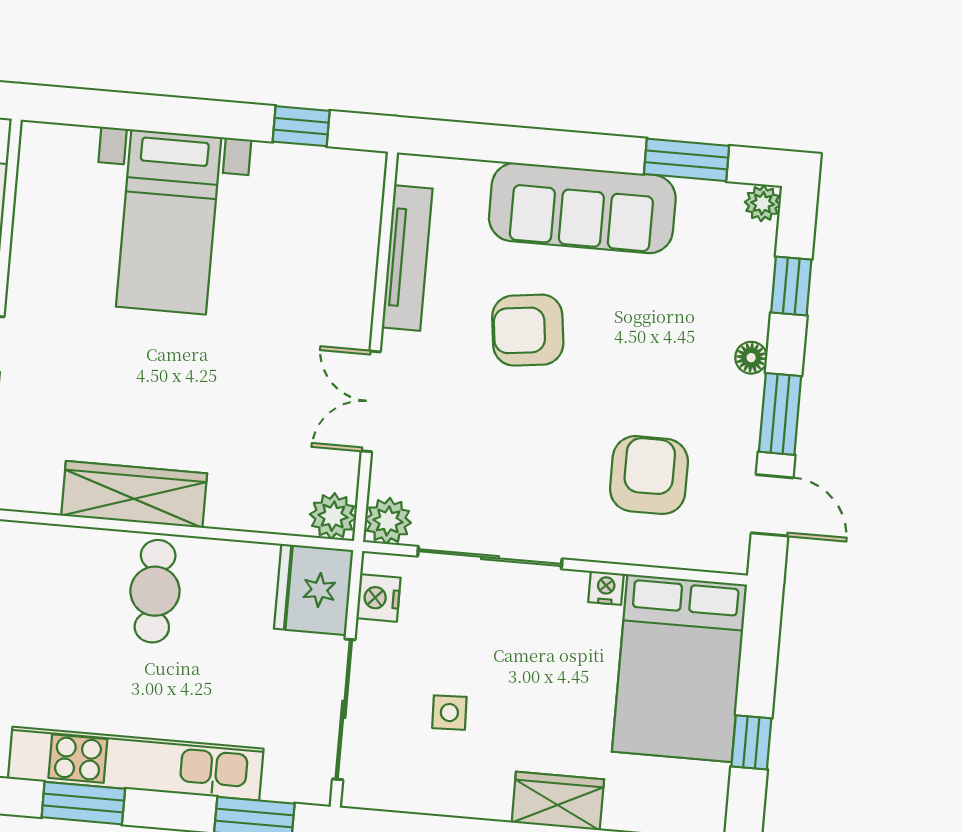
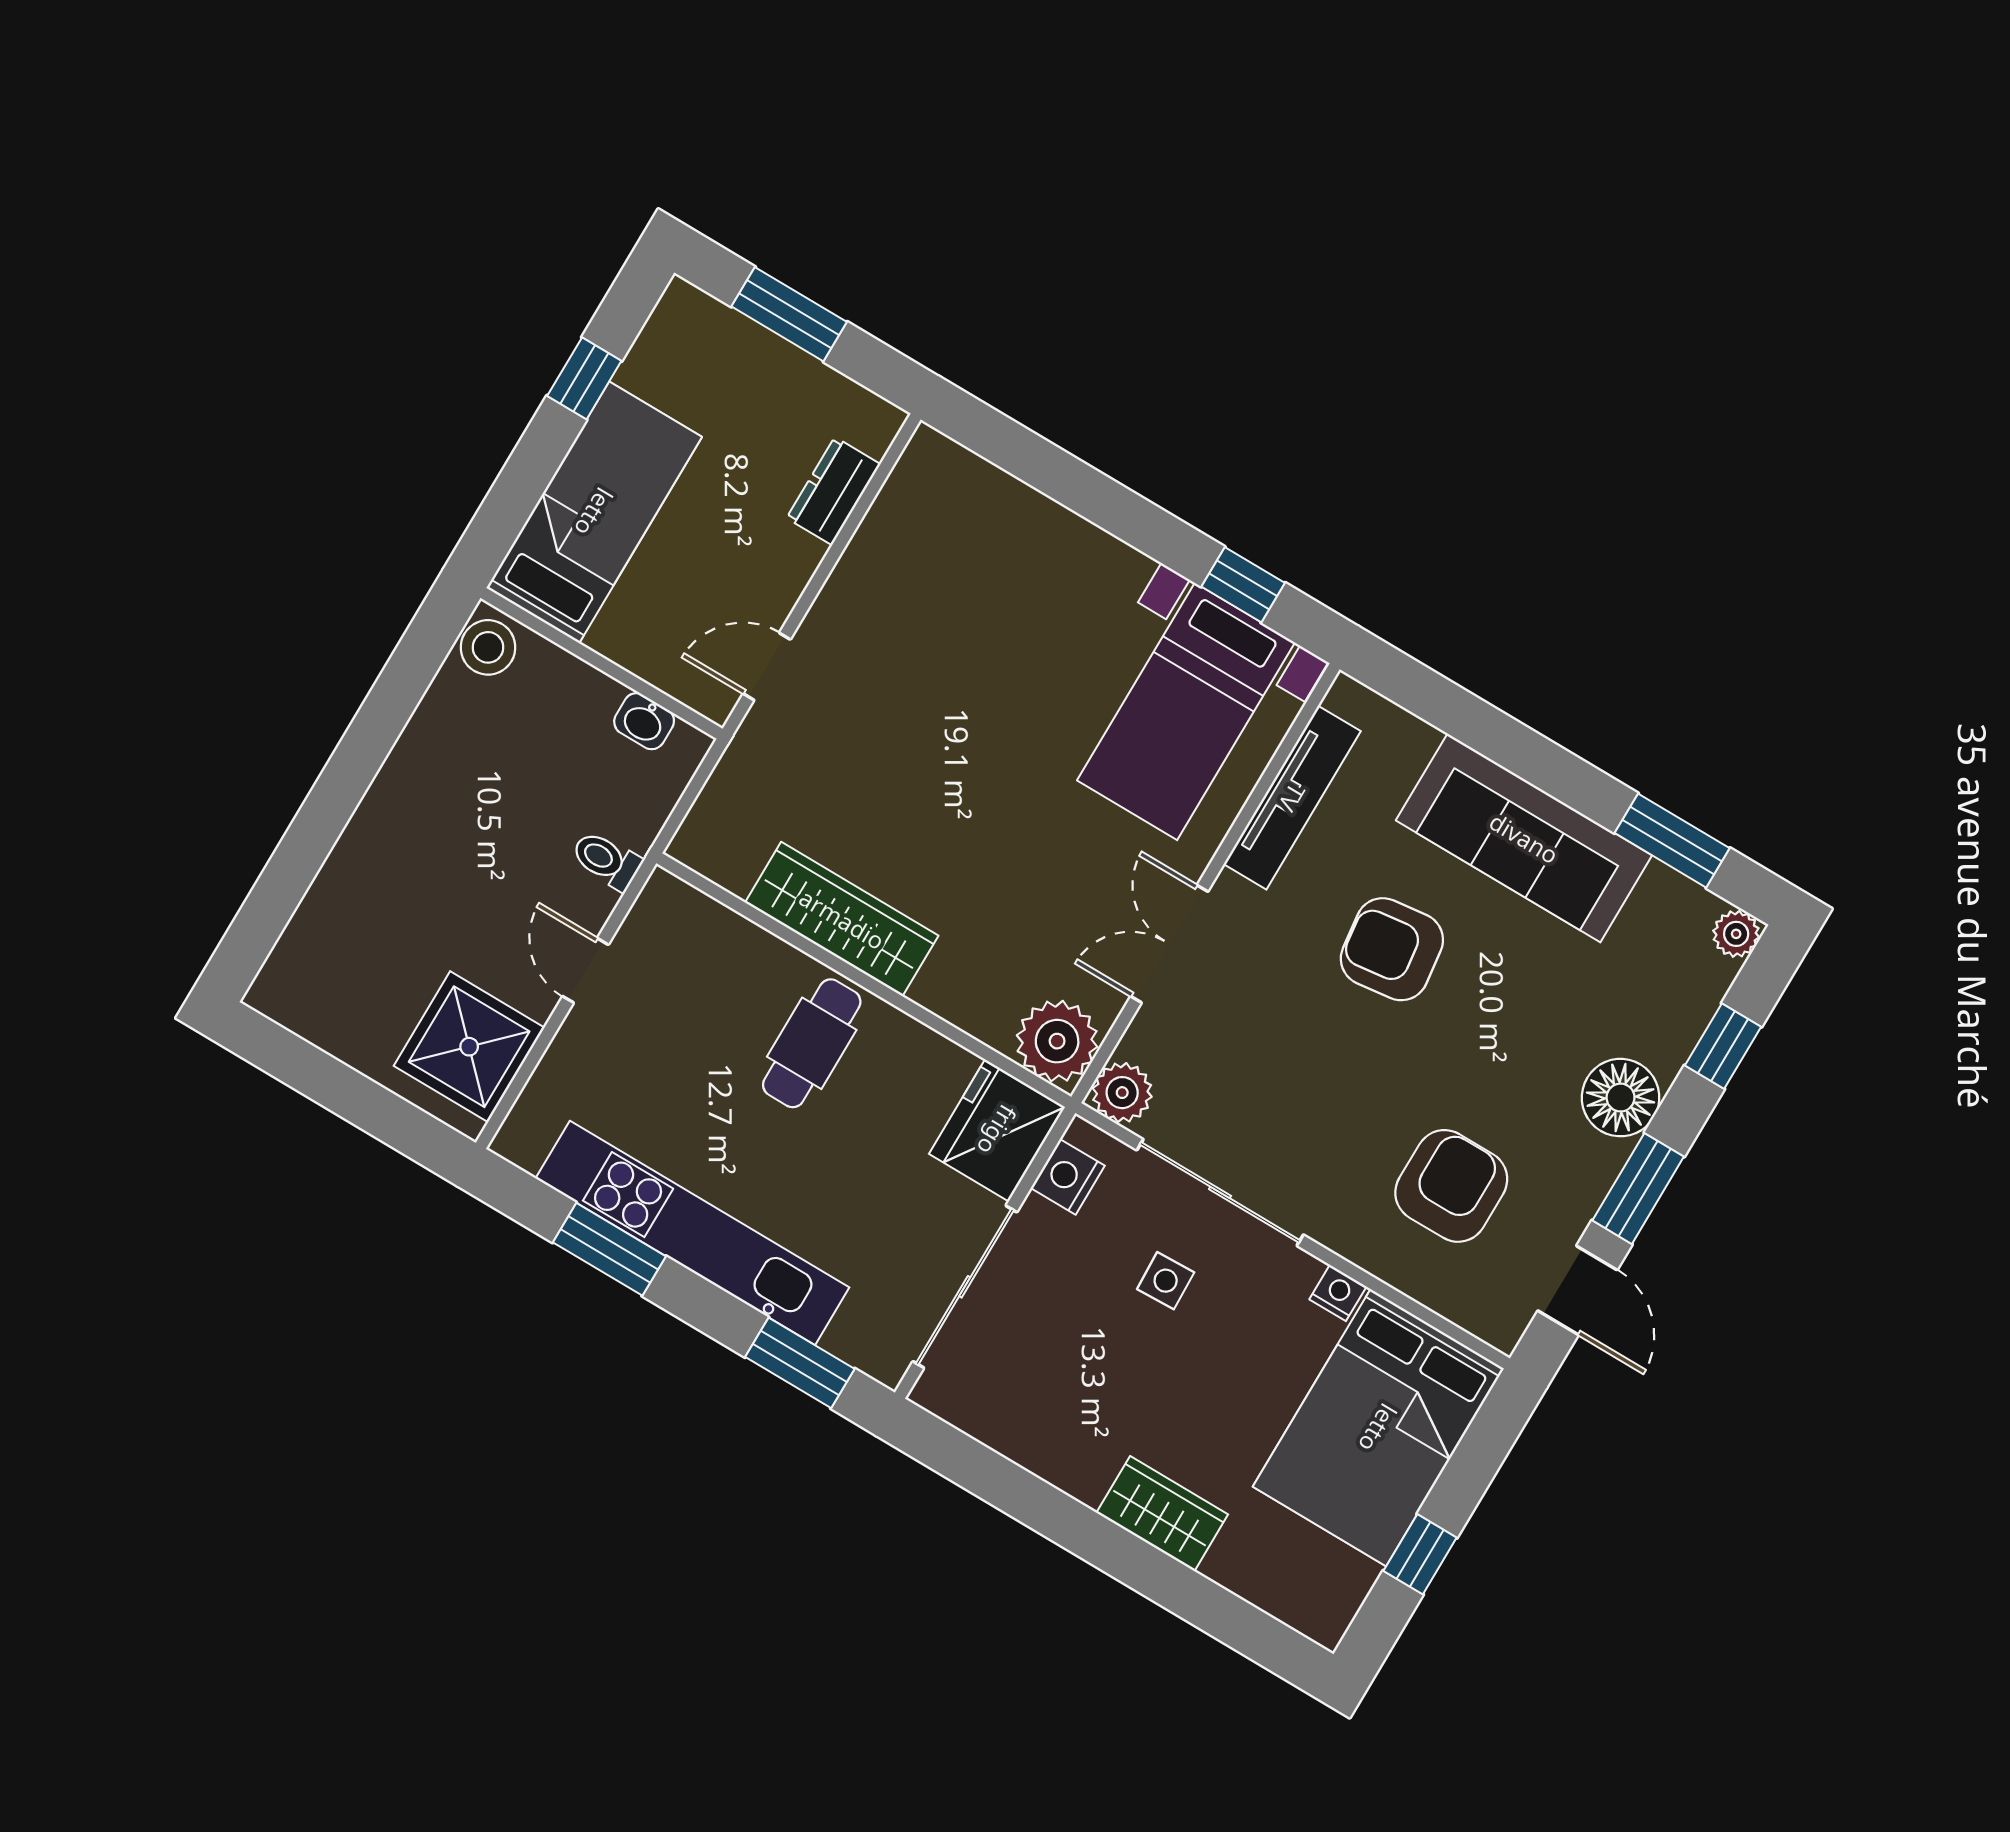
bed with nightstands: (169, 222) -> (1186, 711), moved
floor lamp: (751, 358) -> (1621, 1098), width x1.89, depth x1.89
plant: (333, 516) -> (1057, 1041), width x1.36, depth x1.36
side table: (449, 713) -> (1166, 1281), moved

